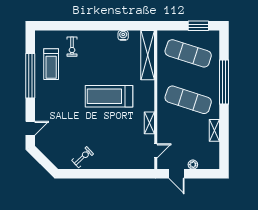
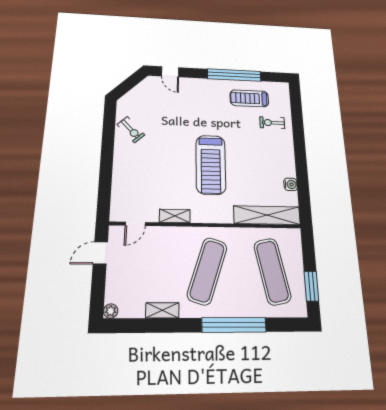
exercise mat: (188, 53) -> (272, 271), turned -30
treadmill: (109, 96) -> (211, 165), turned 180
door: (156, 151) -> (135, 224), hinge flipped
plant: (193, 165) -> (111, 311), moved

